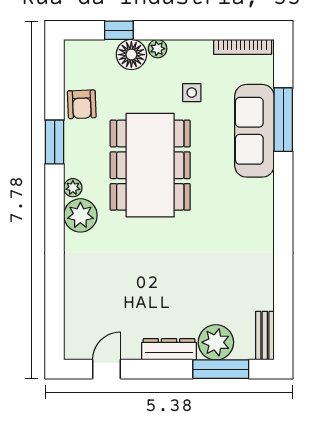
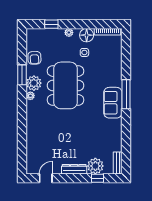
floor lamp: (131, 55) -> (87, 35), moved
window: (283, 120) -> (126, 94), moved
sofa: (254, 131) -> (113, 103), moved, width x0.73
plant: (80, 215) -> (34, 83), moved
window: (221, 369) -> (98, 178), width x0.46

